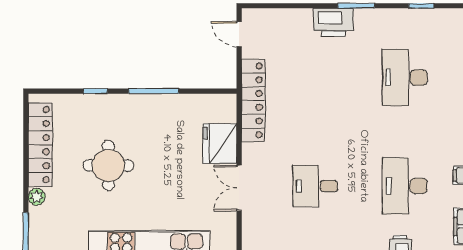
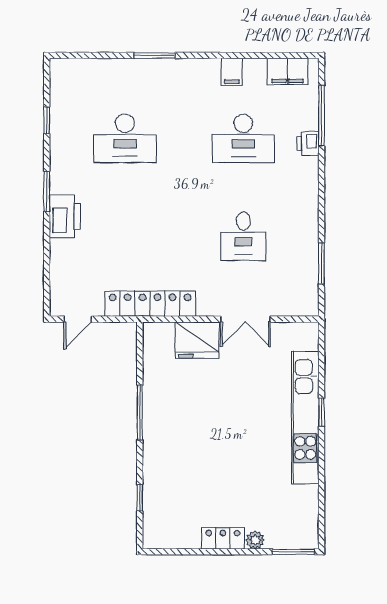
window: (95, 91) -> (140, 498), moved
locker: (40, 145) -> (223, 538), width x0.46, depth x0.83
round table: (108, 165) -> (221, 462), removed

